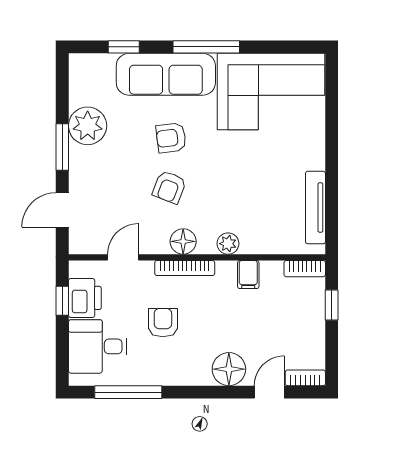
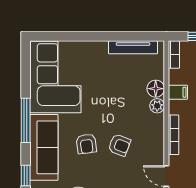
floor lamp: (183, 241) -> (156, 89), moved

